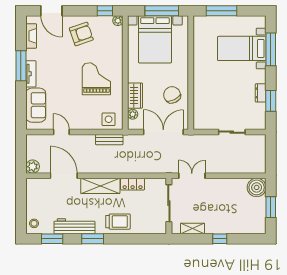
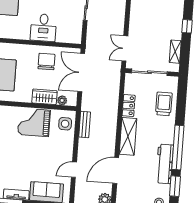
grand piano: (96, 79) -> (34, 122), moved
desk: (207, 89) -> (43, 28), added
chair: (172, 95) -> (46, 62), turned 116
trolley: (118, 222) -> (164, 104), moved
window: (93, 239) -> (178, 147), width x2.11

